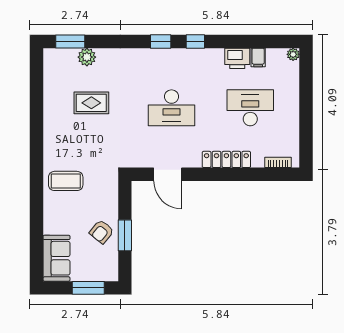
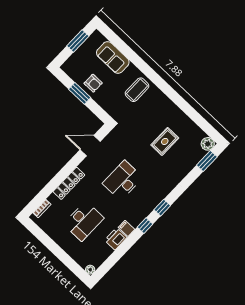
plant: (87, 57) -> (208, 144), moved
filing cabinet: (258, 58) -> (126, 228), moved
armchair: (102, 232) -> (93, 83), turned 141
sofa: (57, 258) -> (113, 57), moved
window: (88, 288) -> (78, 41), moved

